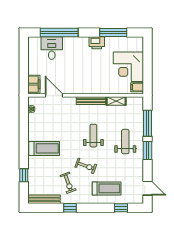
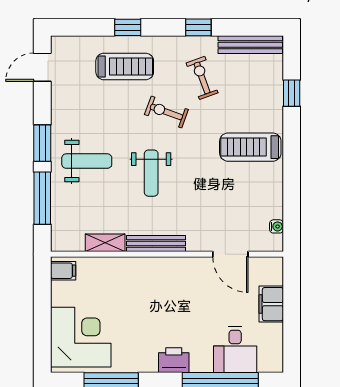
printer: (97, 43) -> (174, 360), moved
corner desk: (128, 67) -> (81, 337), moved
filing cabinet: (34, 84) -> (271, 304), moved
weight bench: (125, 142) -> (87, 161), turned -90
treadmill: (107, 188) -> (125, 66), turned 180
door: (147, 188) -> (42, 67), hinge flipped
window: (121, 208) -> (128, 27), moved

